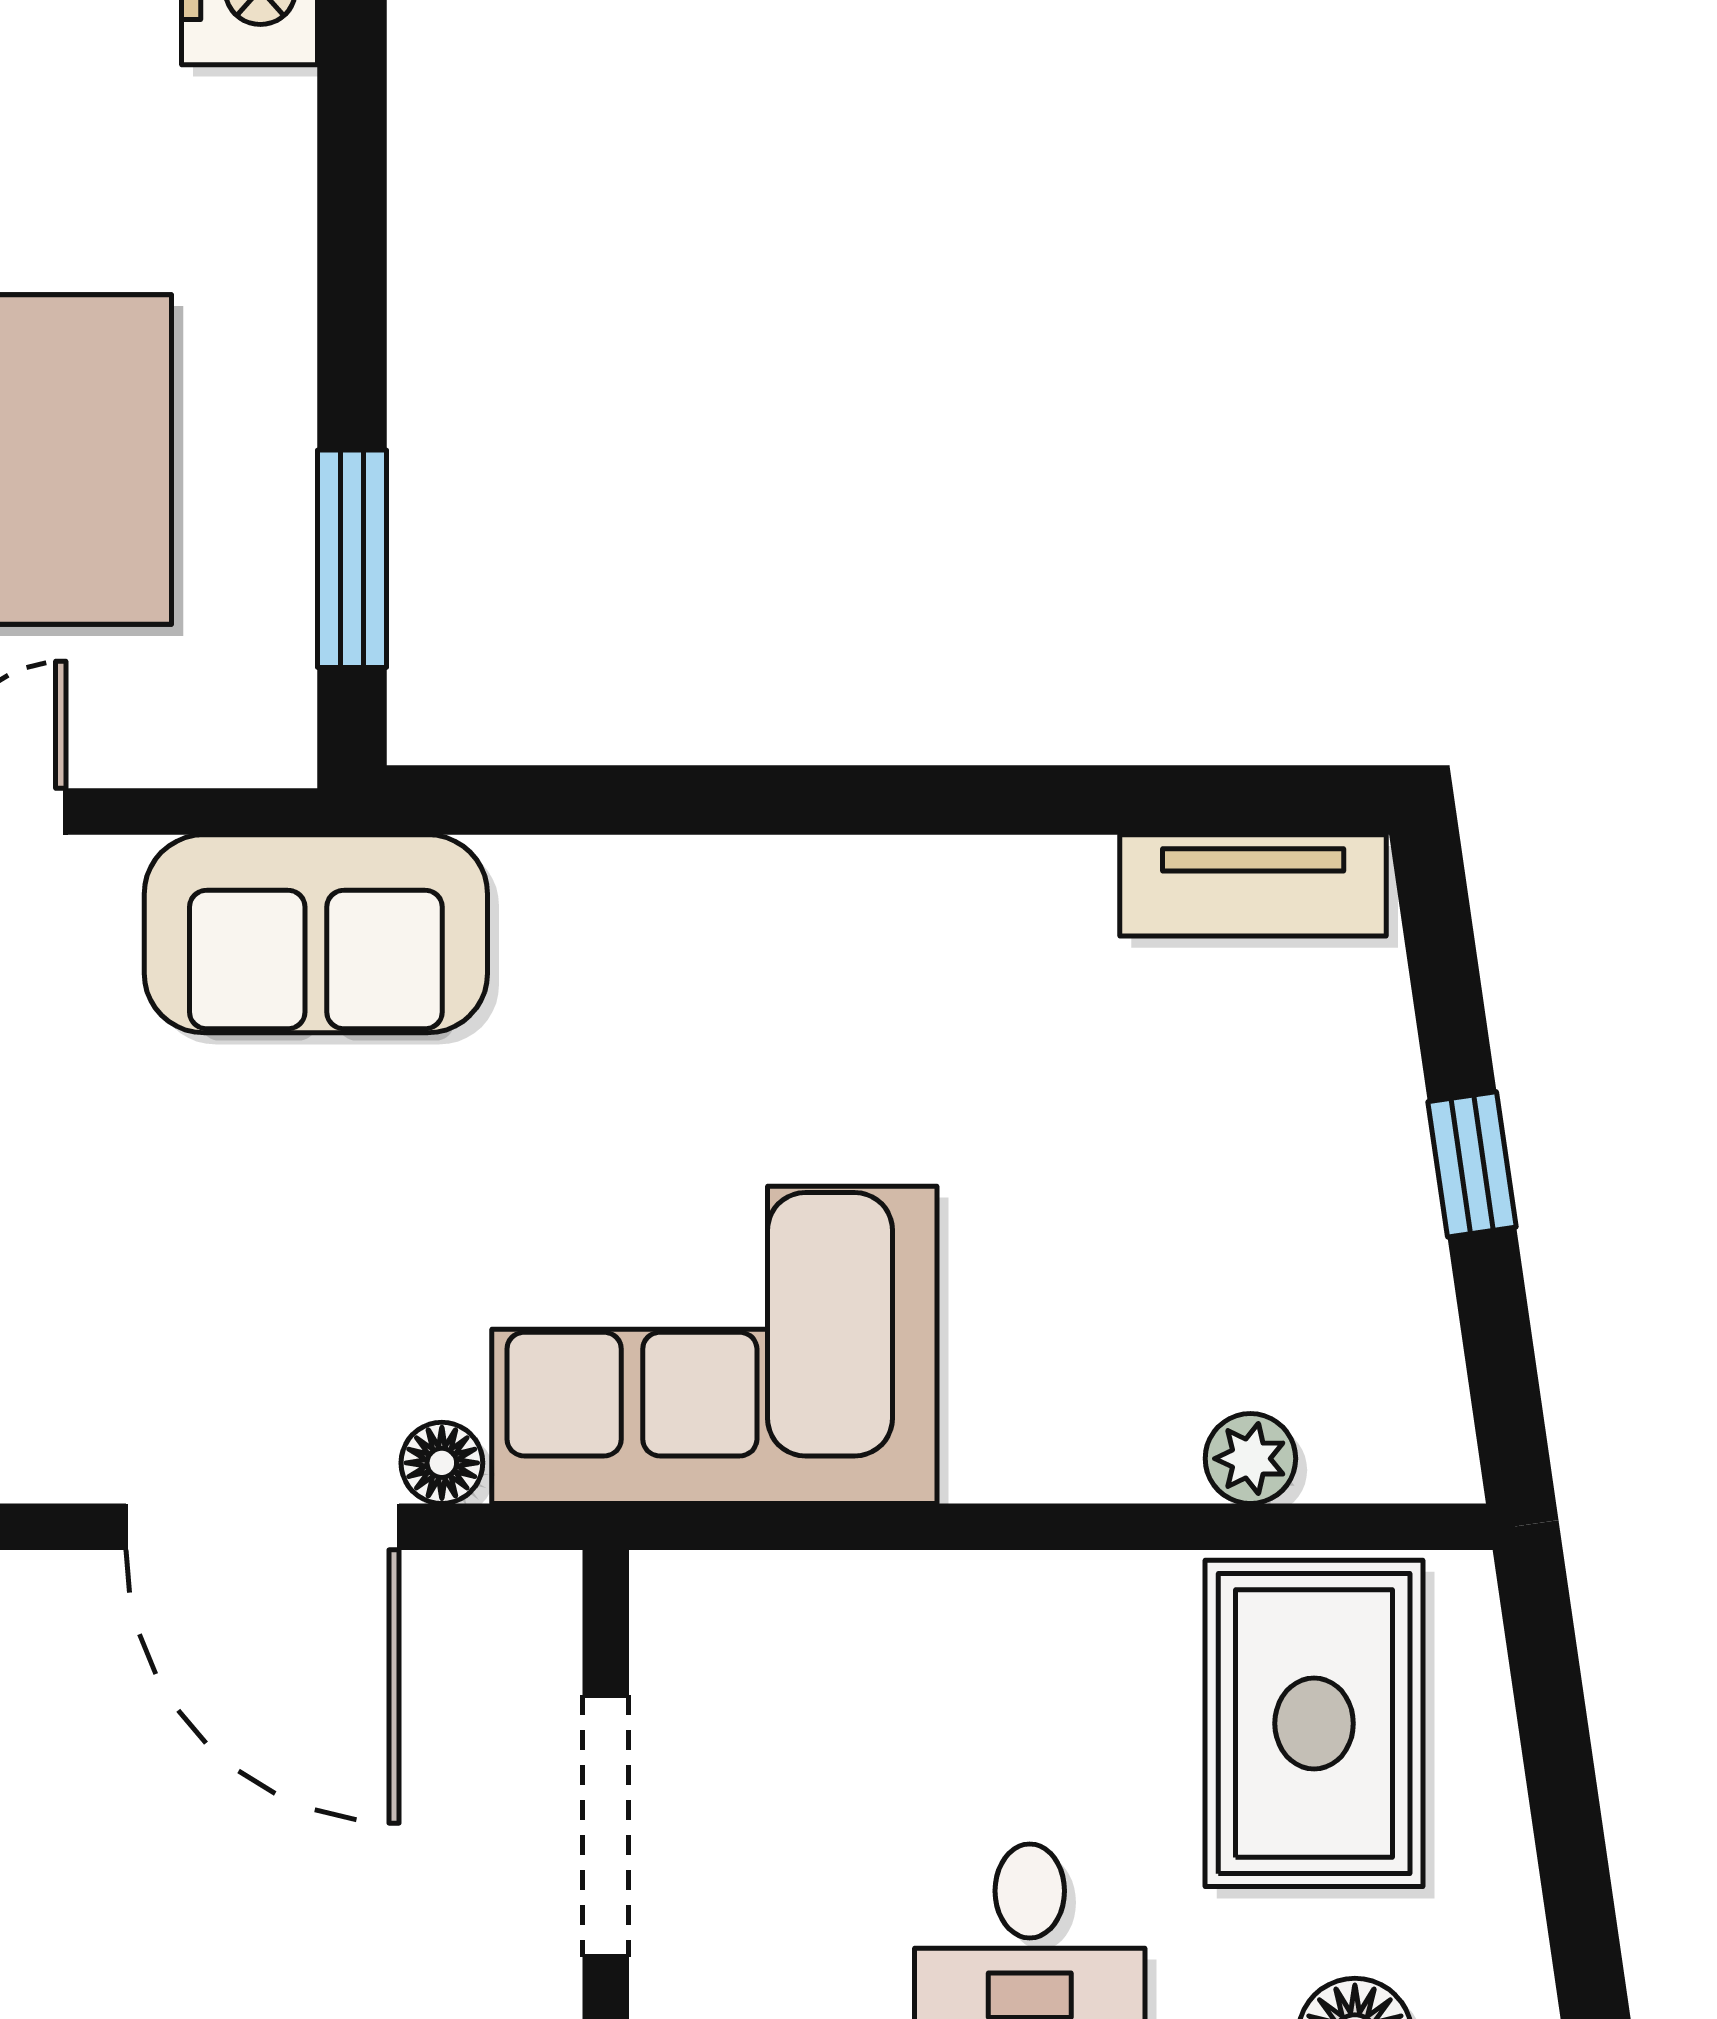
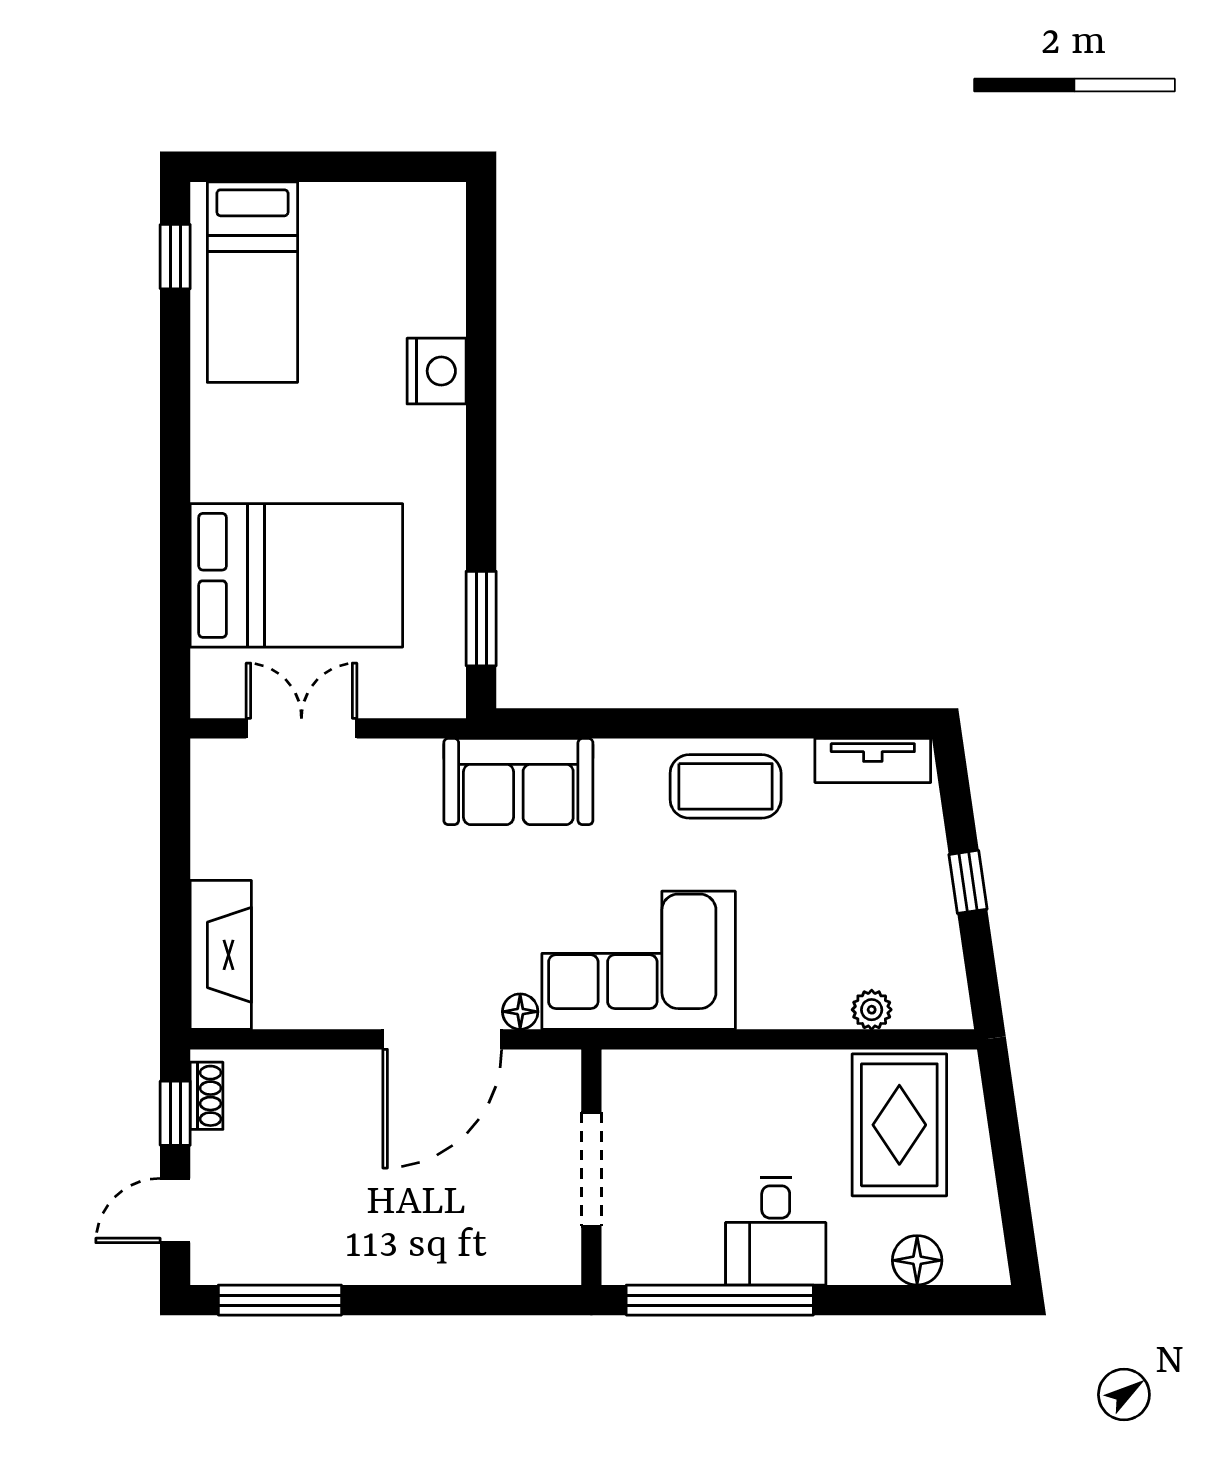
sofa: (316, 934) -> (518, 782), moved
coffee table: (914, 945) -> (726, 786), added
door: (263, 1527) -> (442, 1039), hinge flipped

